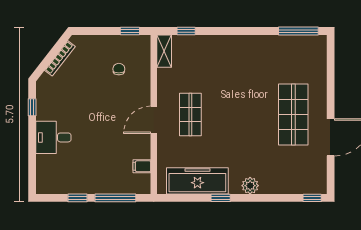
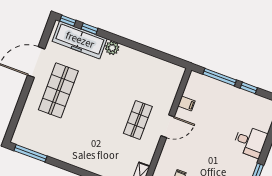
filing cabinet: (142, 166) -> (186, 104), moved
freezer: (197, 181) -> (80, 40), moved
window: (221, 198) -> (89, 29), moved

